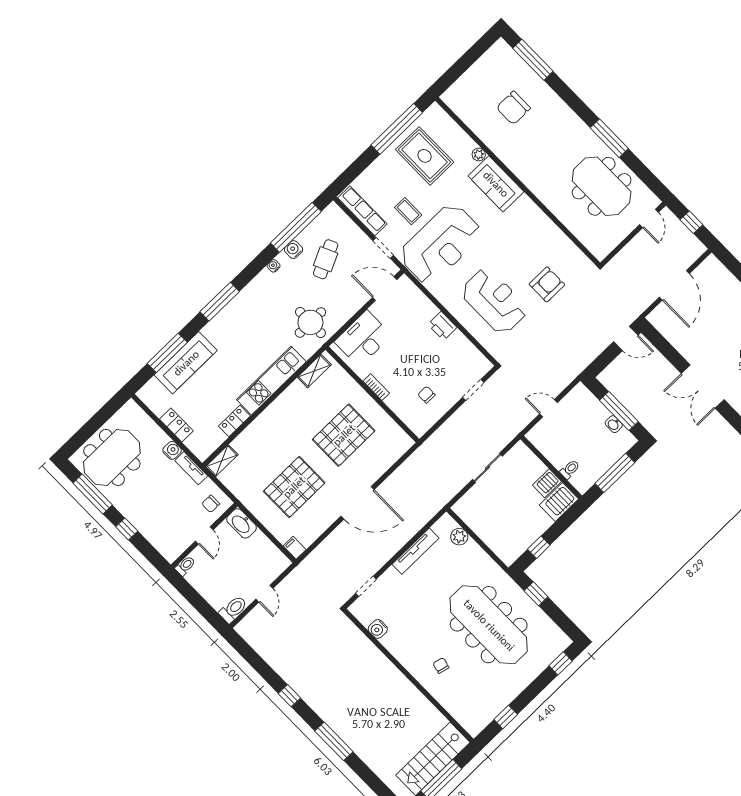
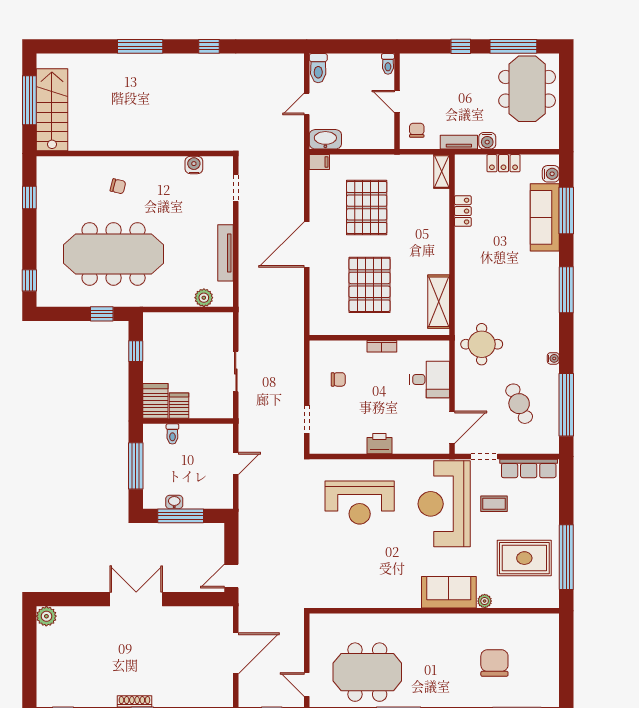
water cooler: (294, 250) -> (551, 174), moved
armchair: (547, 284) -> (333, 556), removed
door: (674, 285) -> (236, 653), swing flipped
desk: (363, 339) -> (430, 380), width x0.73
shelving: (314, 371) -> (439, 302), width x1.50, depth x1.33
kitchen unit: (271, 381) -> (466, 270), removed
washbasin: (242, 523) -> (325, 139), moved
door: (264, 594) -> (307, 104), hinge flipped

